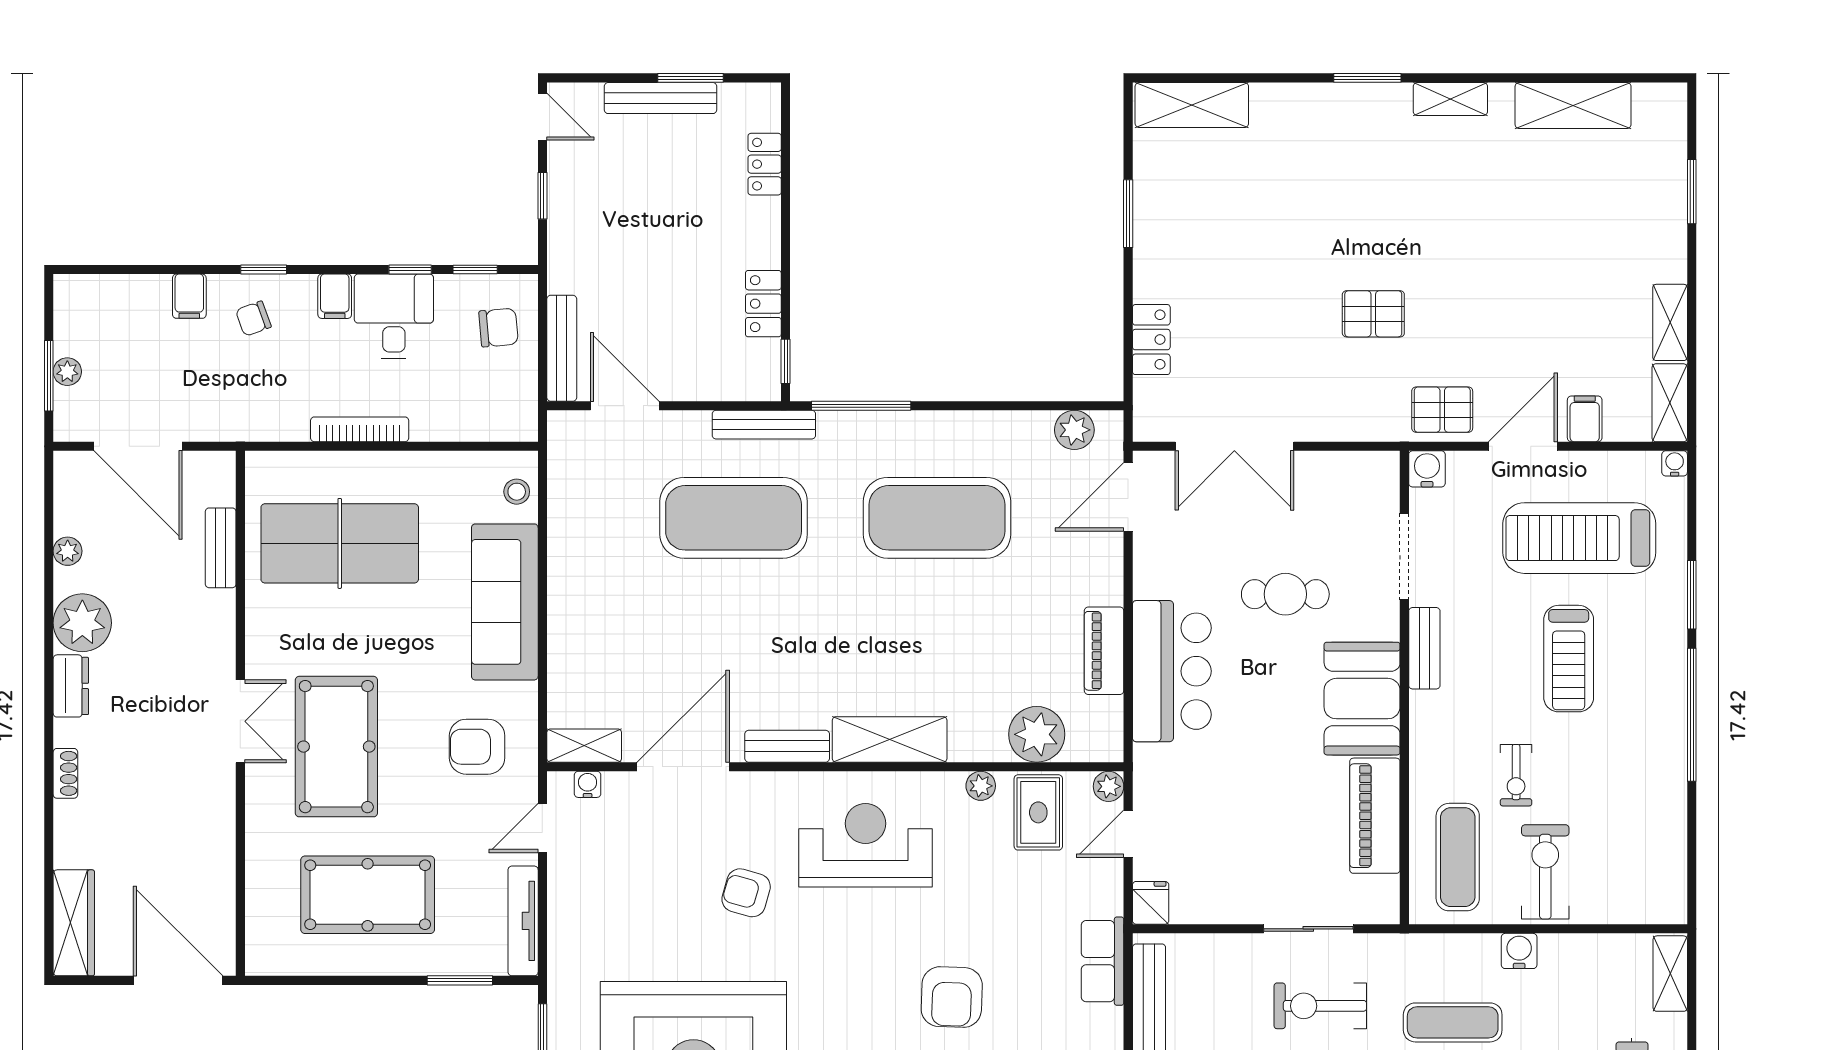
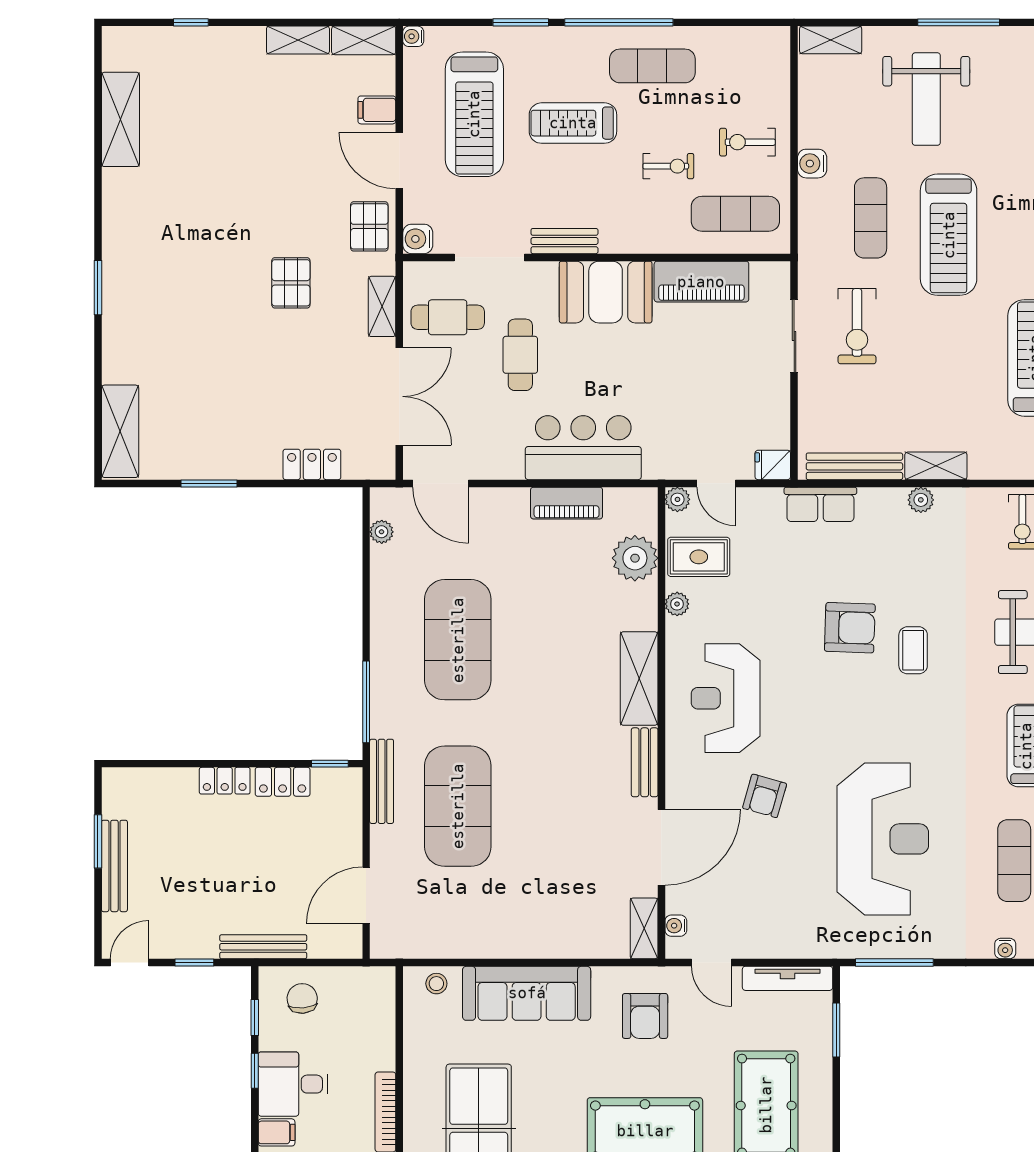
shelving: (1450, 99) -> (382, 306), moved
locker: (765, 164) -> (225, 781), moved
window: (1692, 192) -> (191, 22), width x0.67
bench: (562, 348) -> (263, 947), moved
plant: (1074, 430) -> (382, 532), width x0.73, depth x0.73
cafe table: (1331, 505) -> (448, 317), added
treadmill: (1569, 659) -> (573, 123), turned 180
exercise mat: (1638, 756) -> (652, 66), added
door: (683, 767) -> (661, 847), swing flipped
exercise bike: (1545, 872) -> (747, 142), width x0.73, depth x0.72

